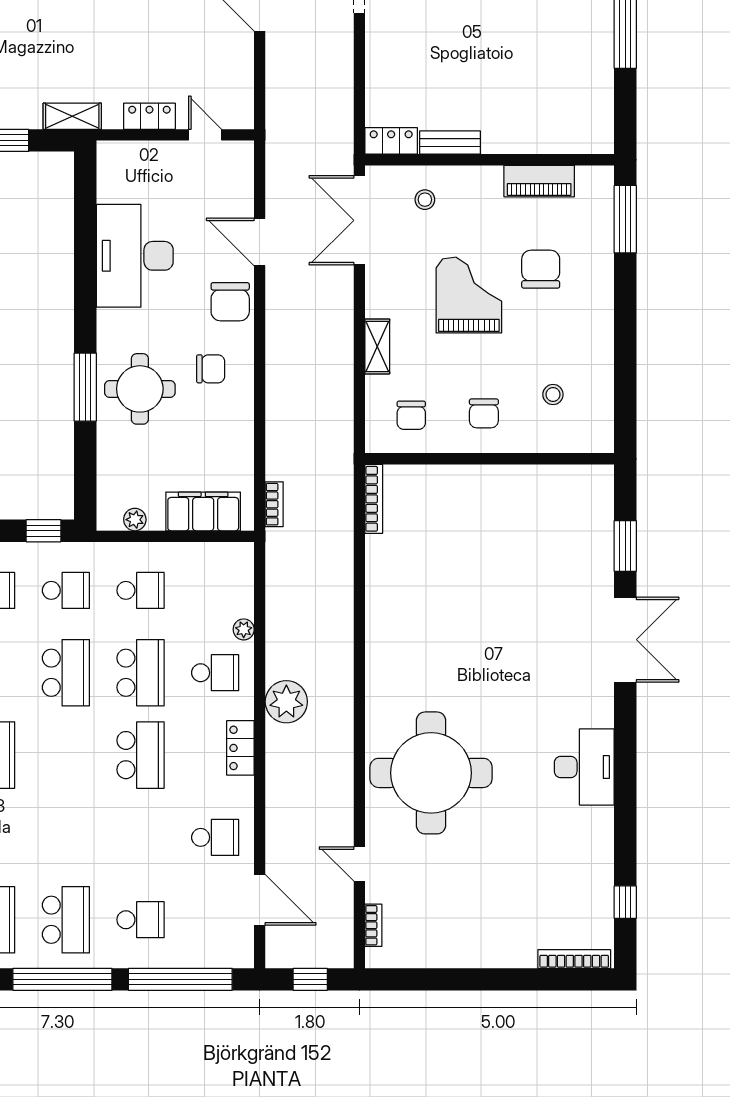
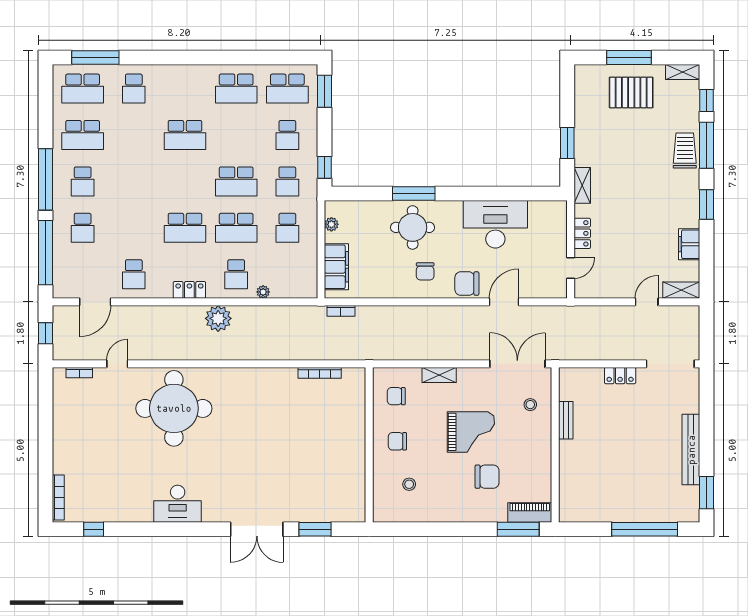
locker: (391, 141) -> (620, 376), moved, turned 90
piano: (539, 181) -> (530, 512), moved, turned 90
bookcase: (374, 499) -> (320, 373), moved
school desk: (66, 920) -> (83, 181), width x0.54

